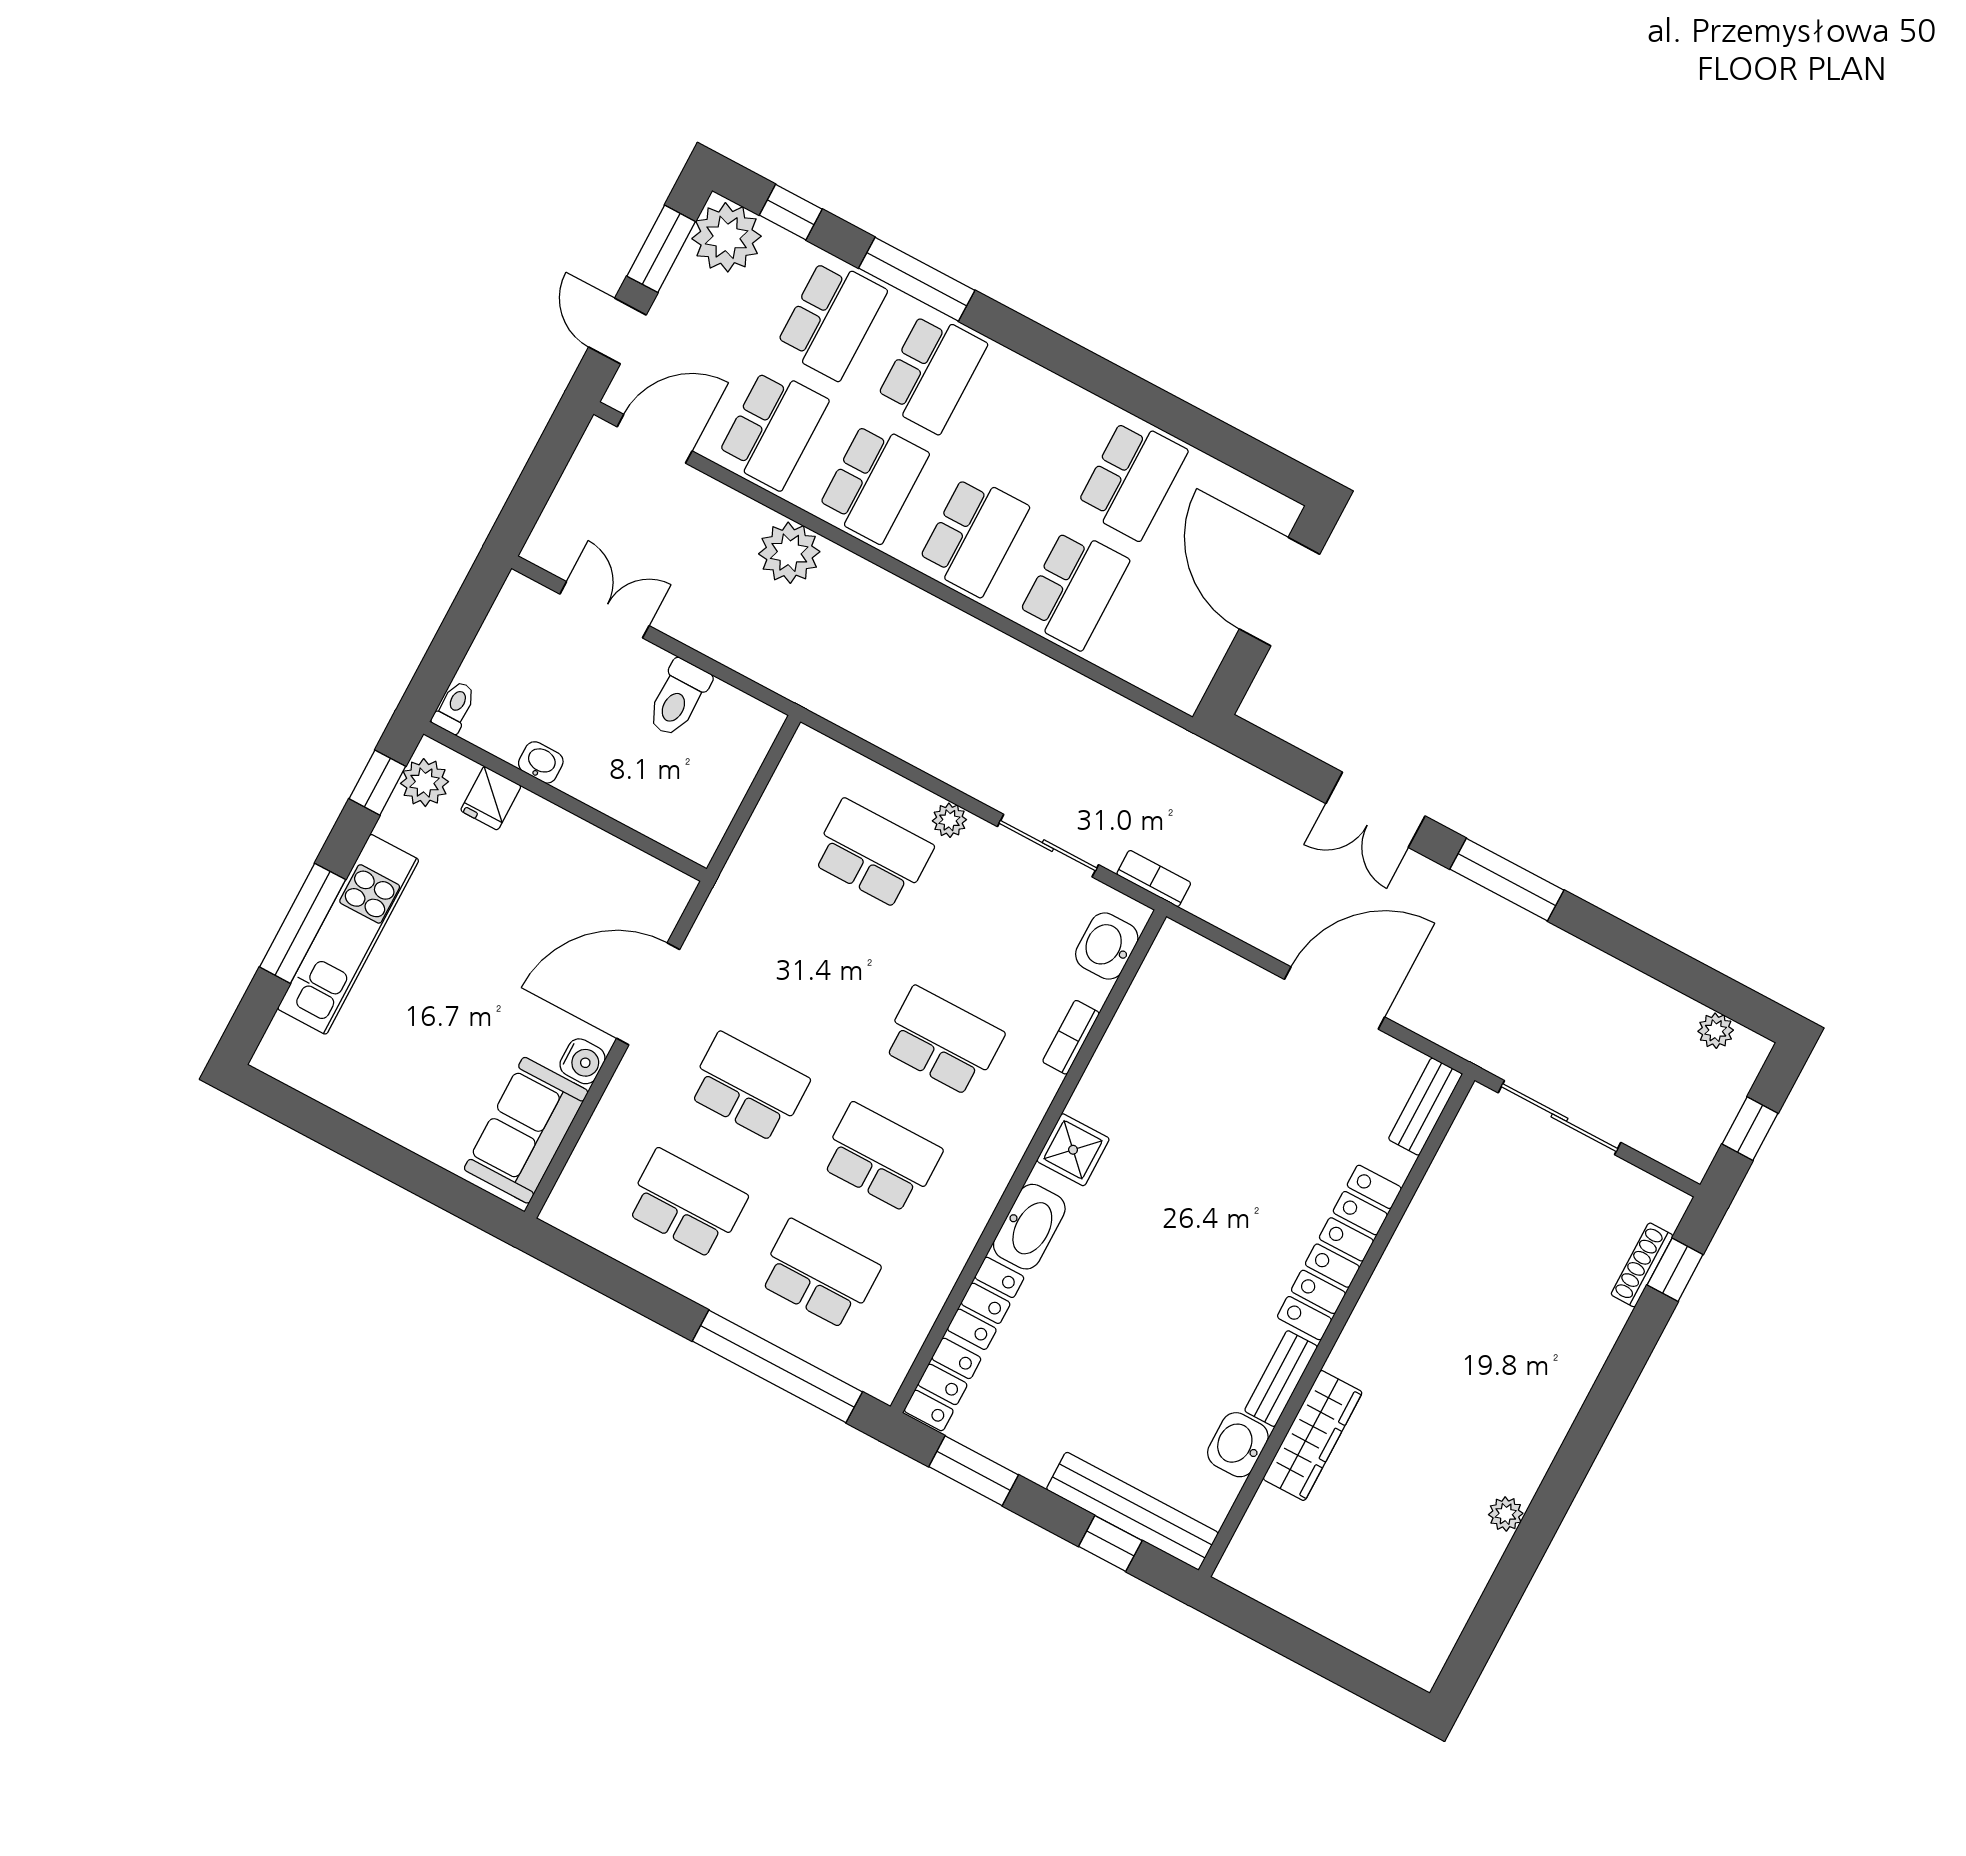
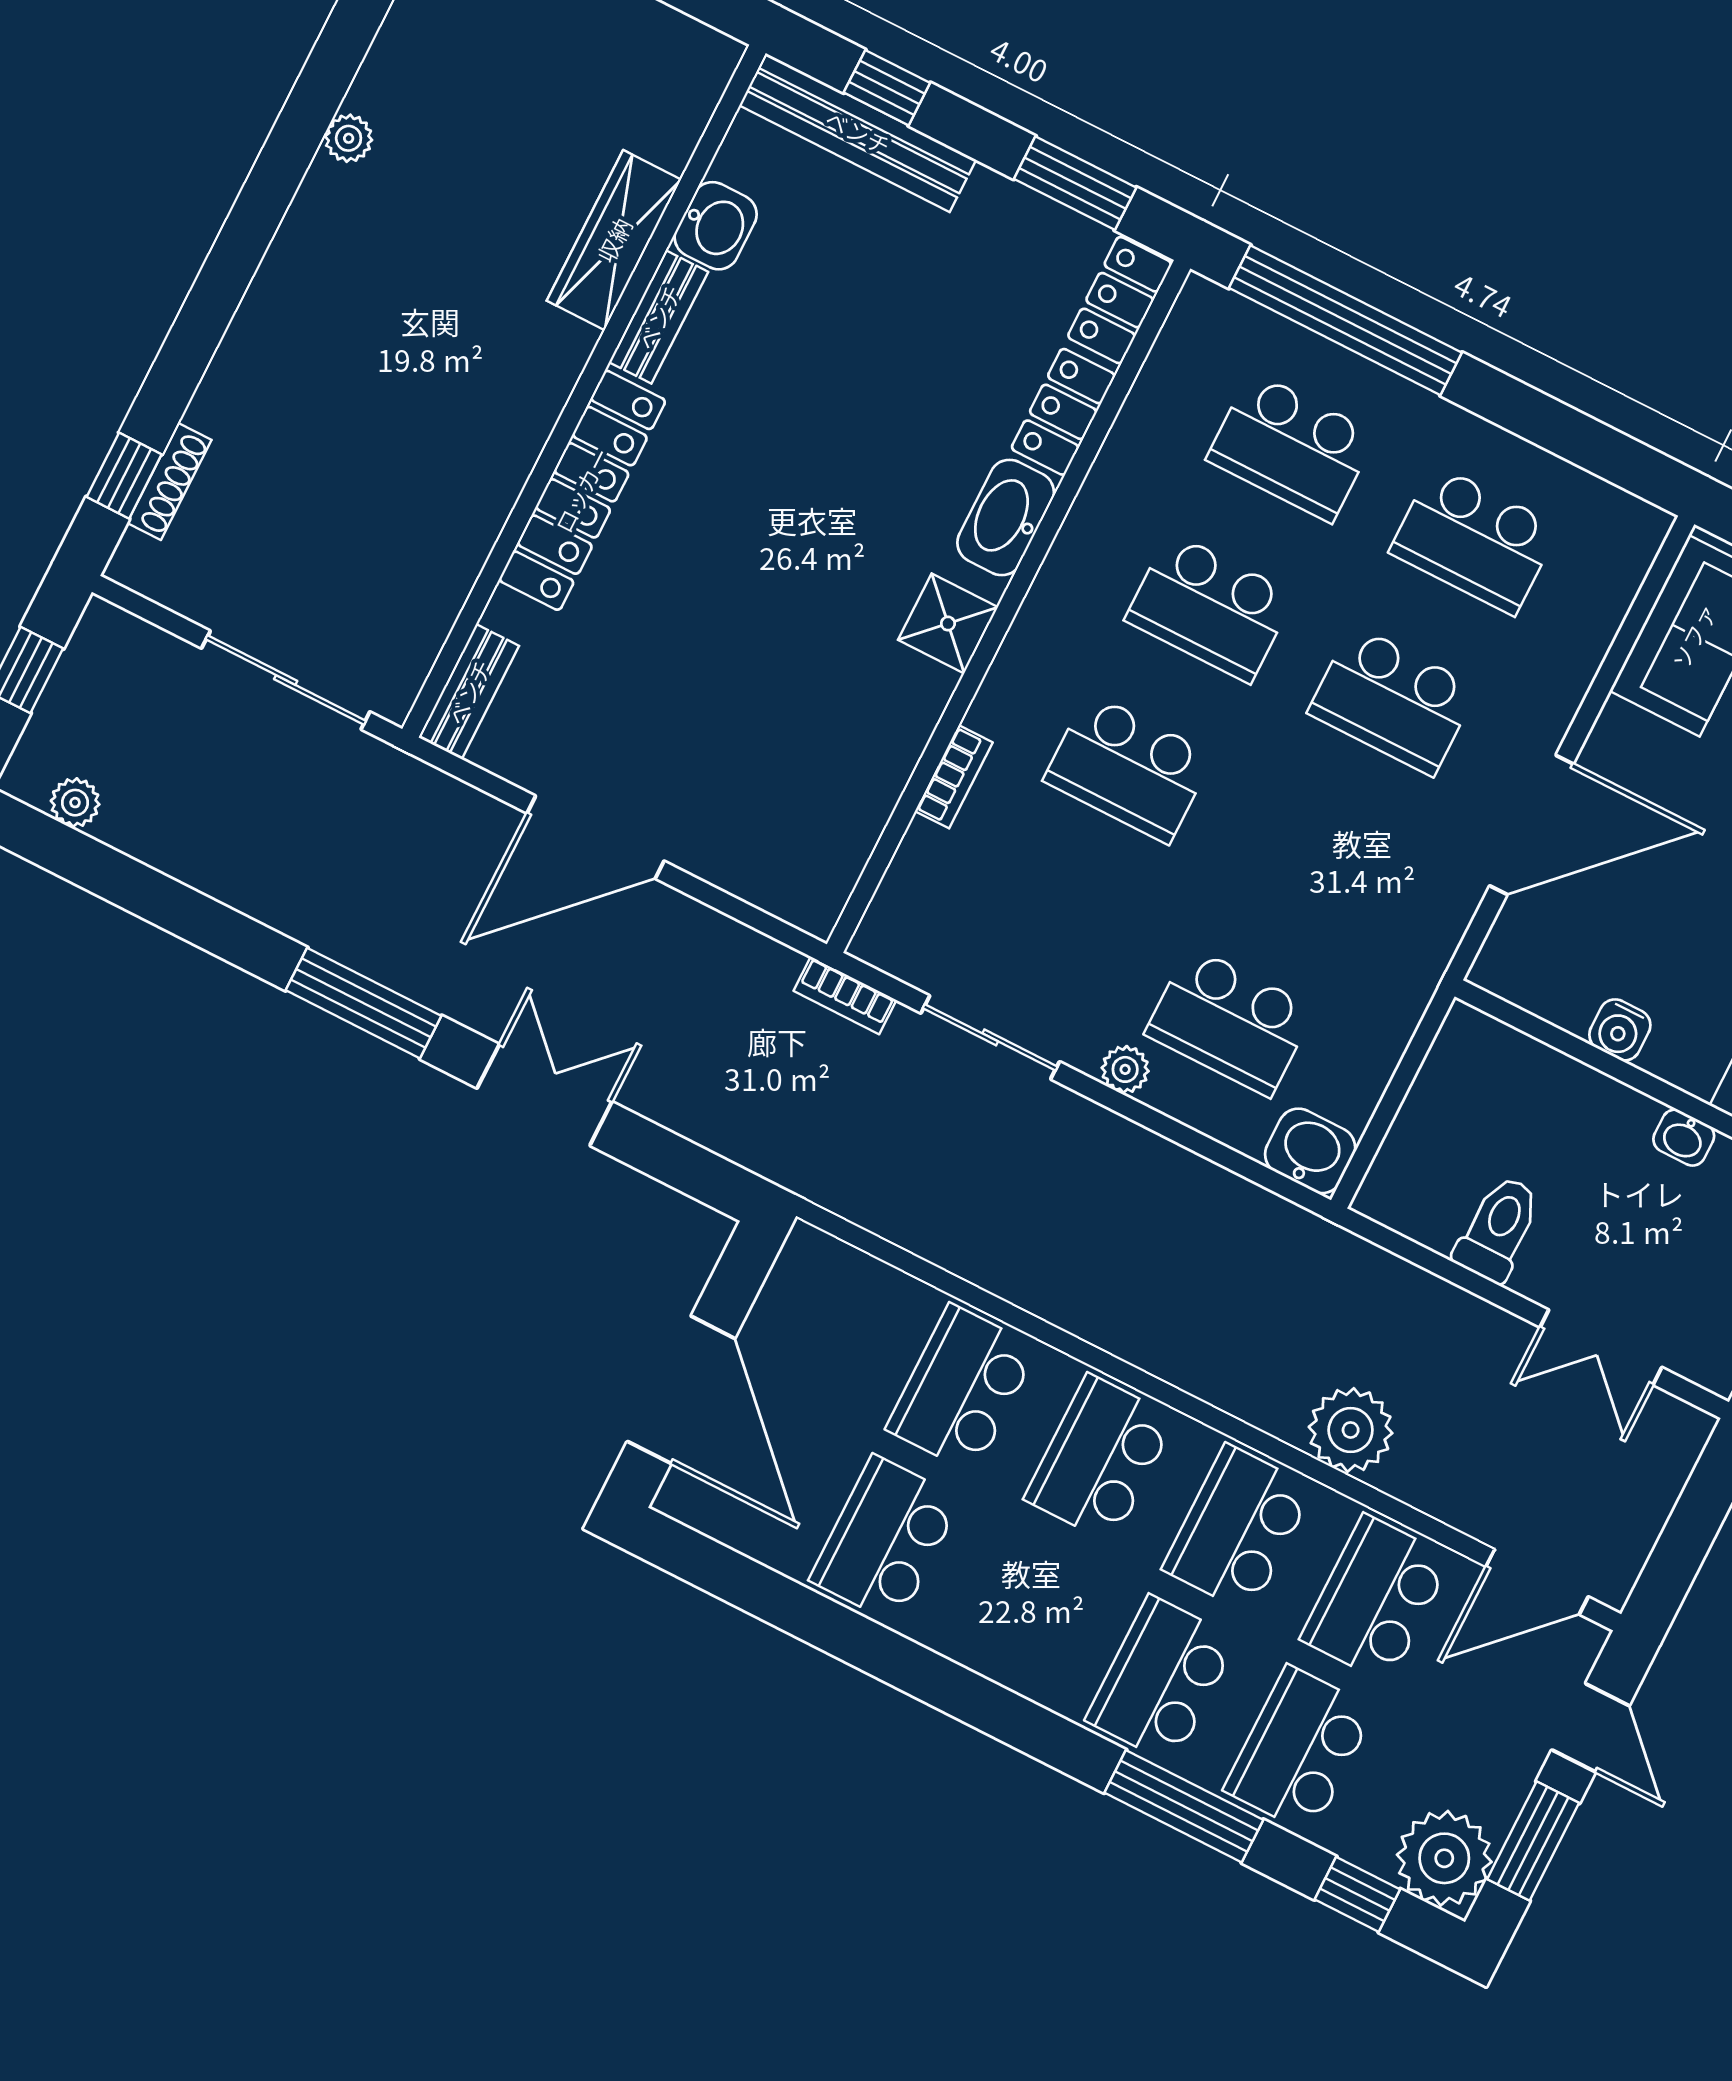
washbasin: (1107, 946) -> (1310, 1151), moved, turned -90
water cooler: (582, 1061) -> (1620, 1030), moved, turned -90

